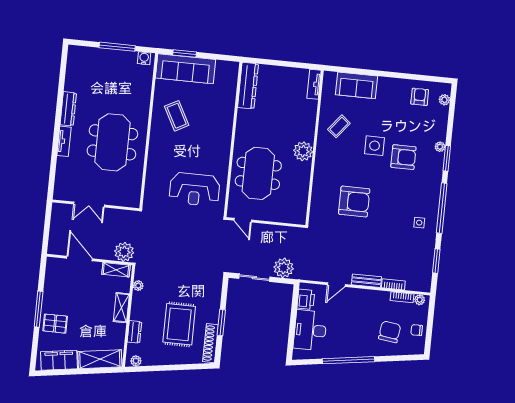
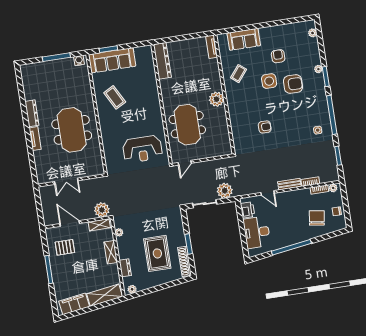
armchair: (420, 97) -> (278, 56), moved
armchair: (354, 201) -> (265, 127), width x0.53, depth x0.53
door: (243, 220) -> (185, 163), hinge flipped
door: (336, 285) -> (268, 193), hinge flipped
pallet: (55, 324) -> (65, 247), moved

